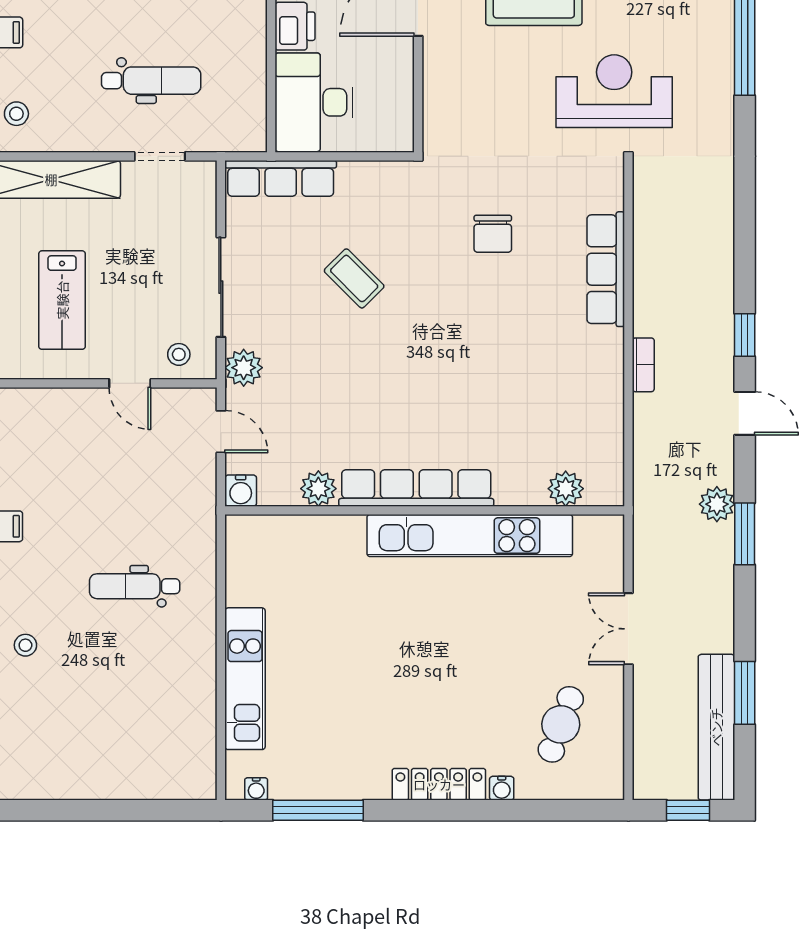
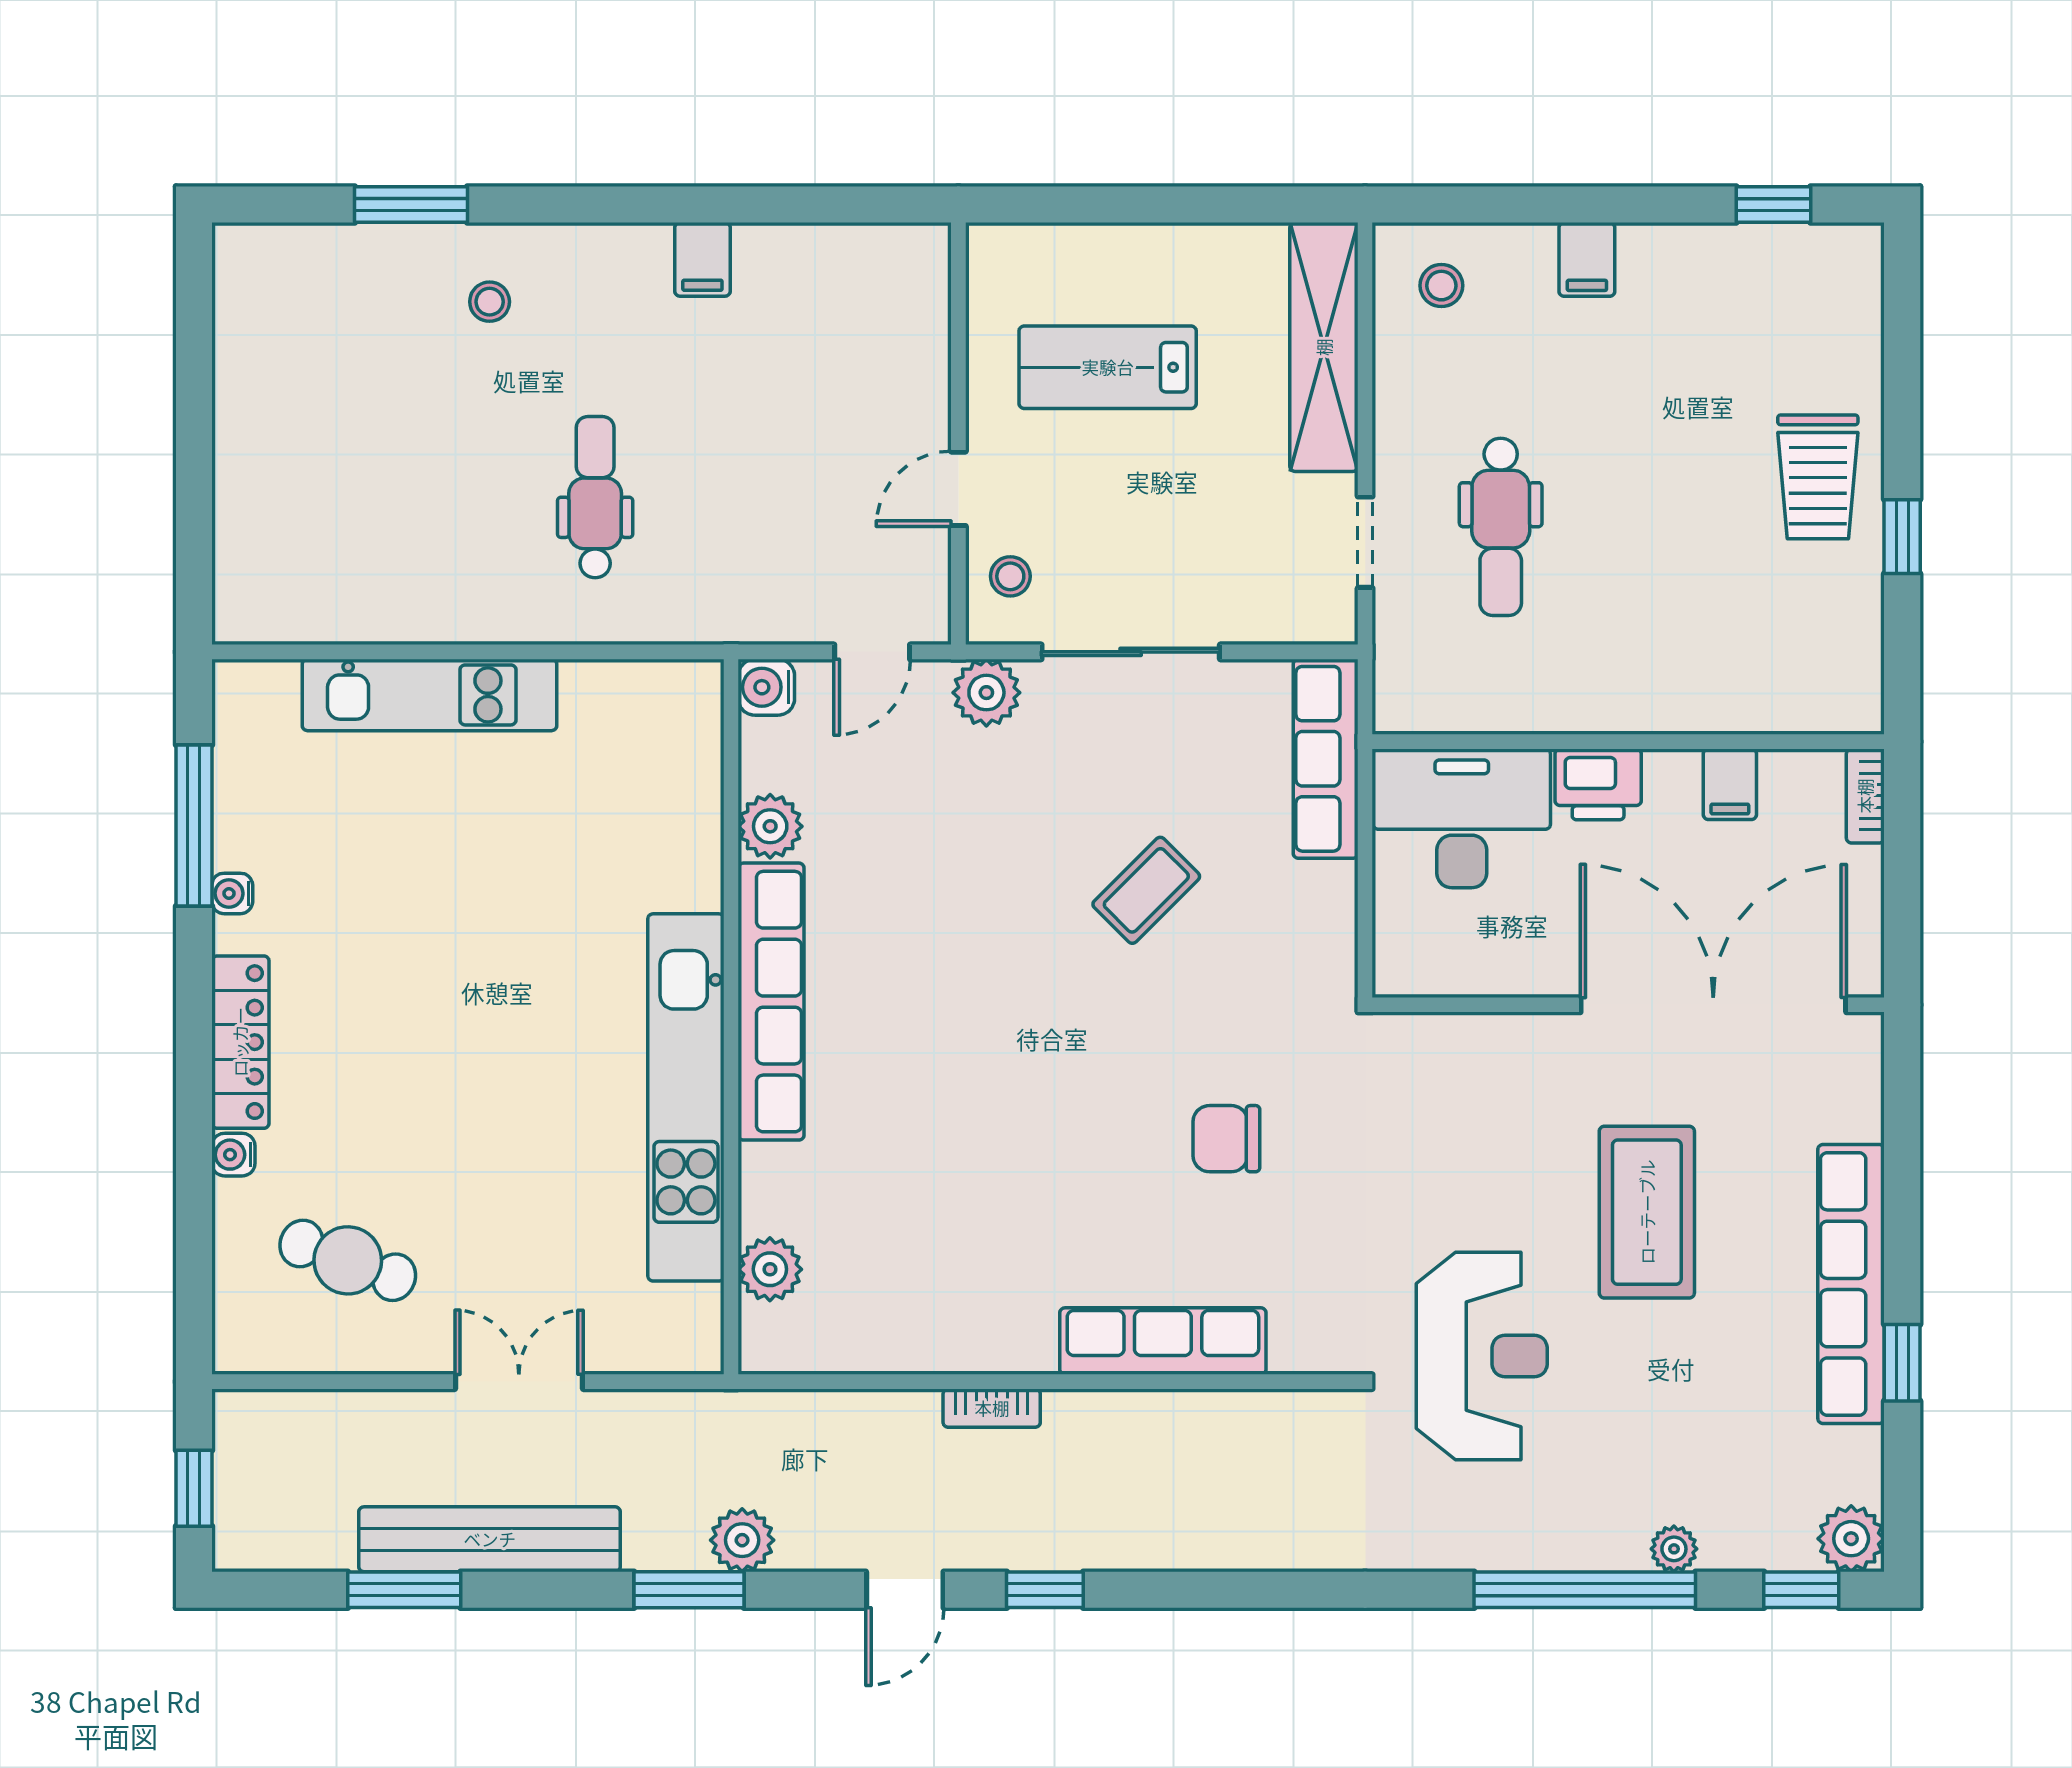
bench: (716, 727) -> (490, 1539), moved
water cooler: (256, 789) -> (232, 893), moved

